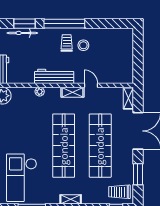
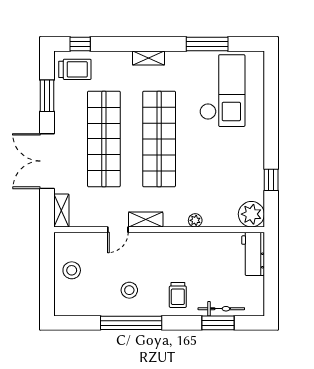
window: (64, 24) -> (131, 323), moved
trolley: (67, 43) -> (178, 295), moved
stool: (122, 58) -> (72, 270), added
workbench: (54, 76) -> (173, 243), removed
door: (91, 85) -> (118, 230), hinge flipped

